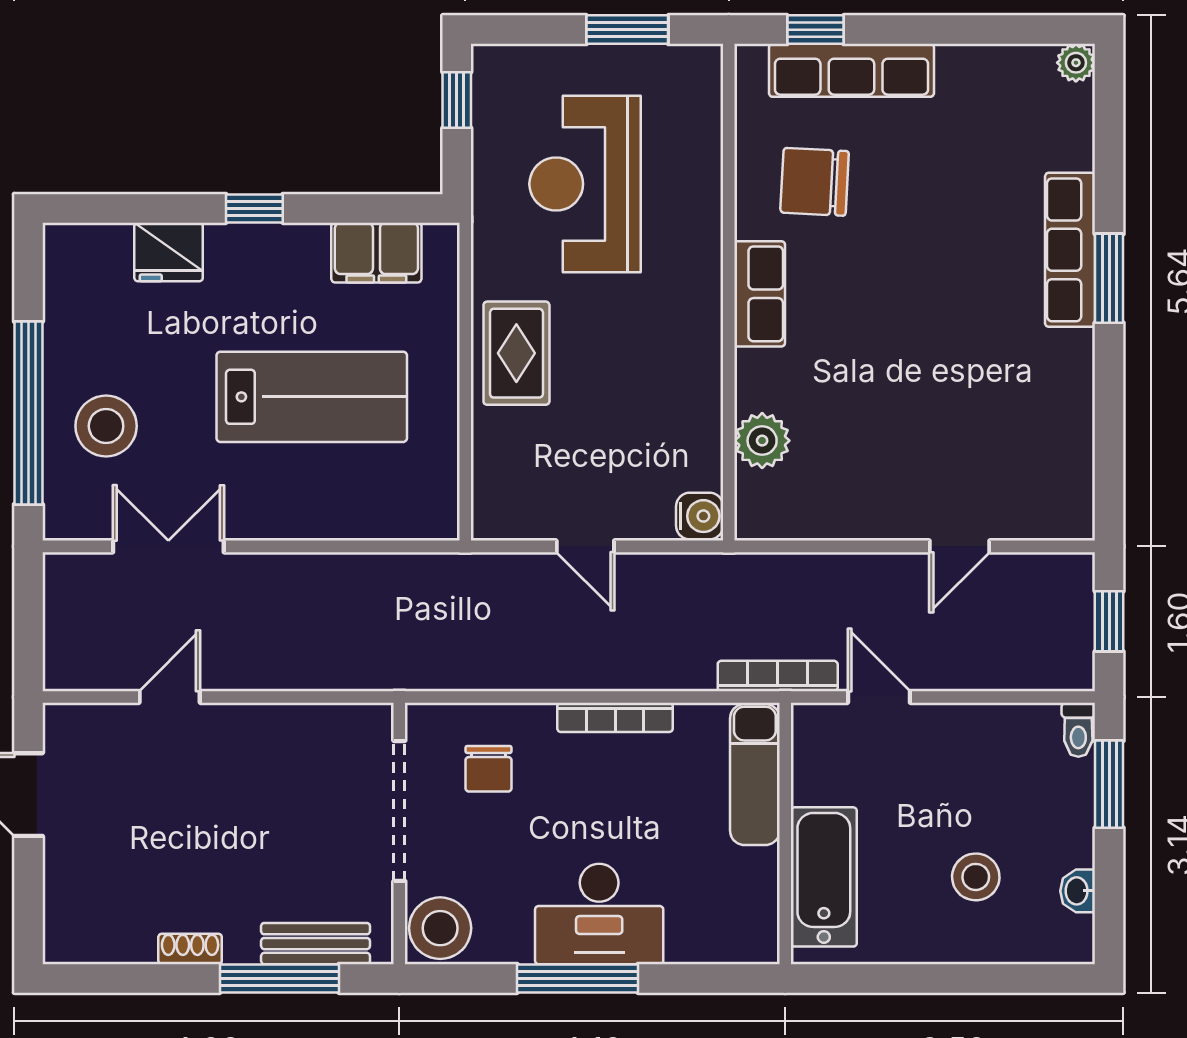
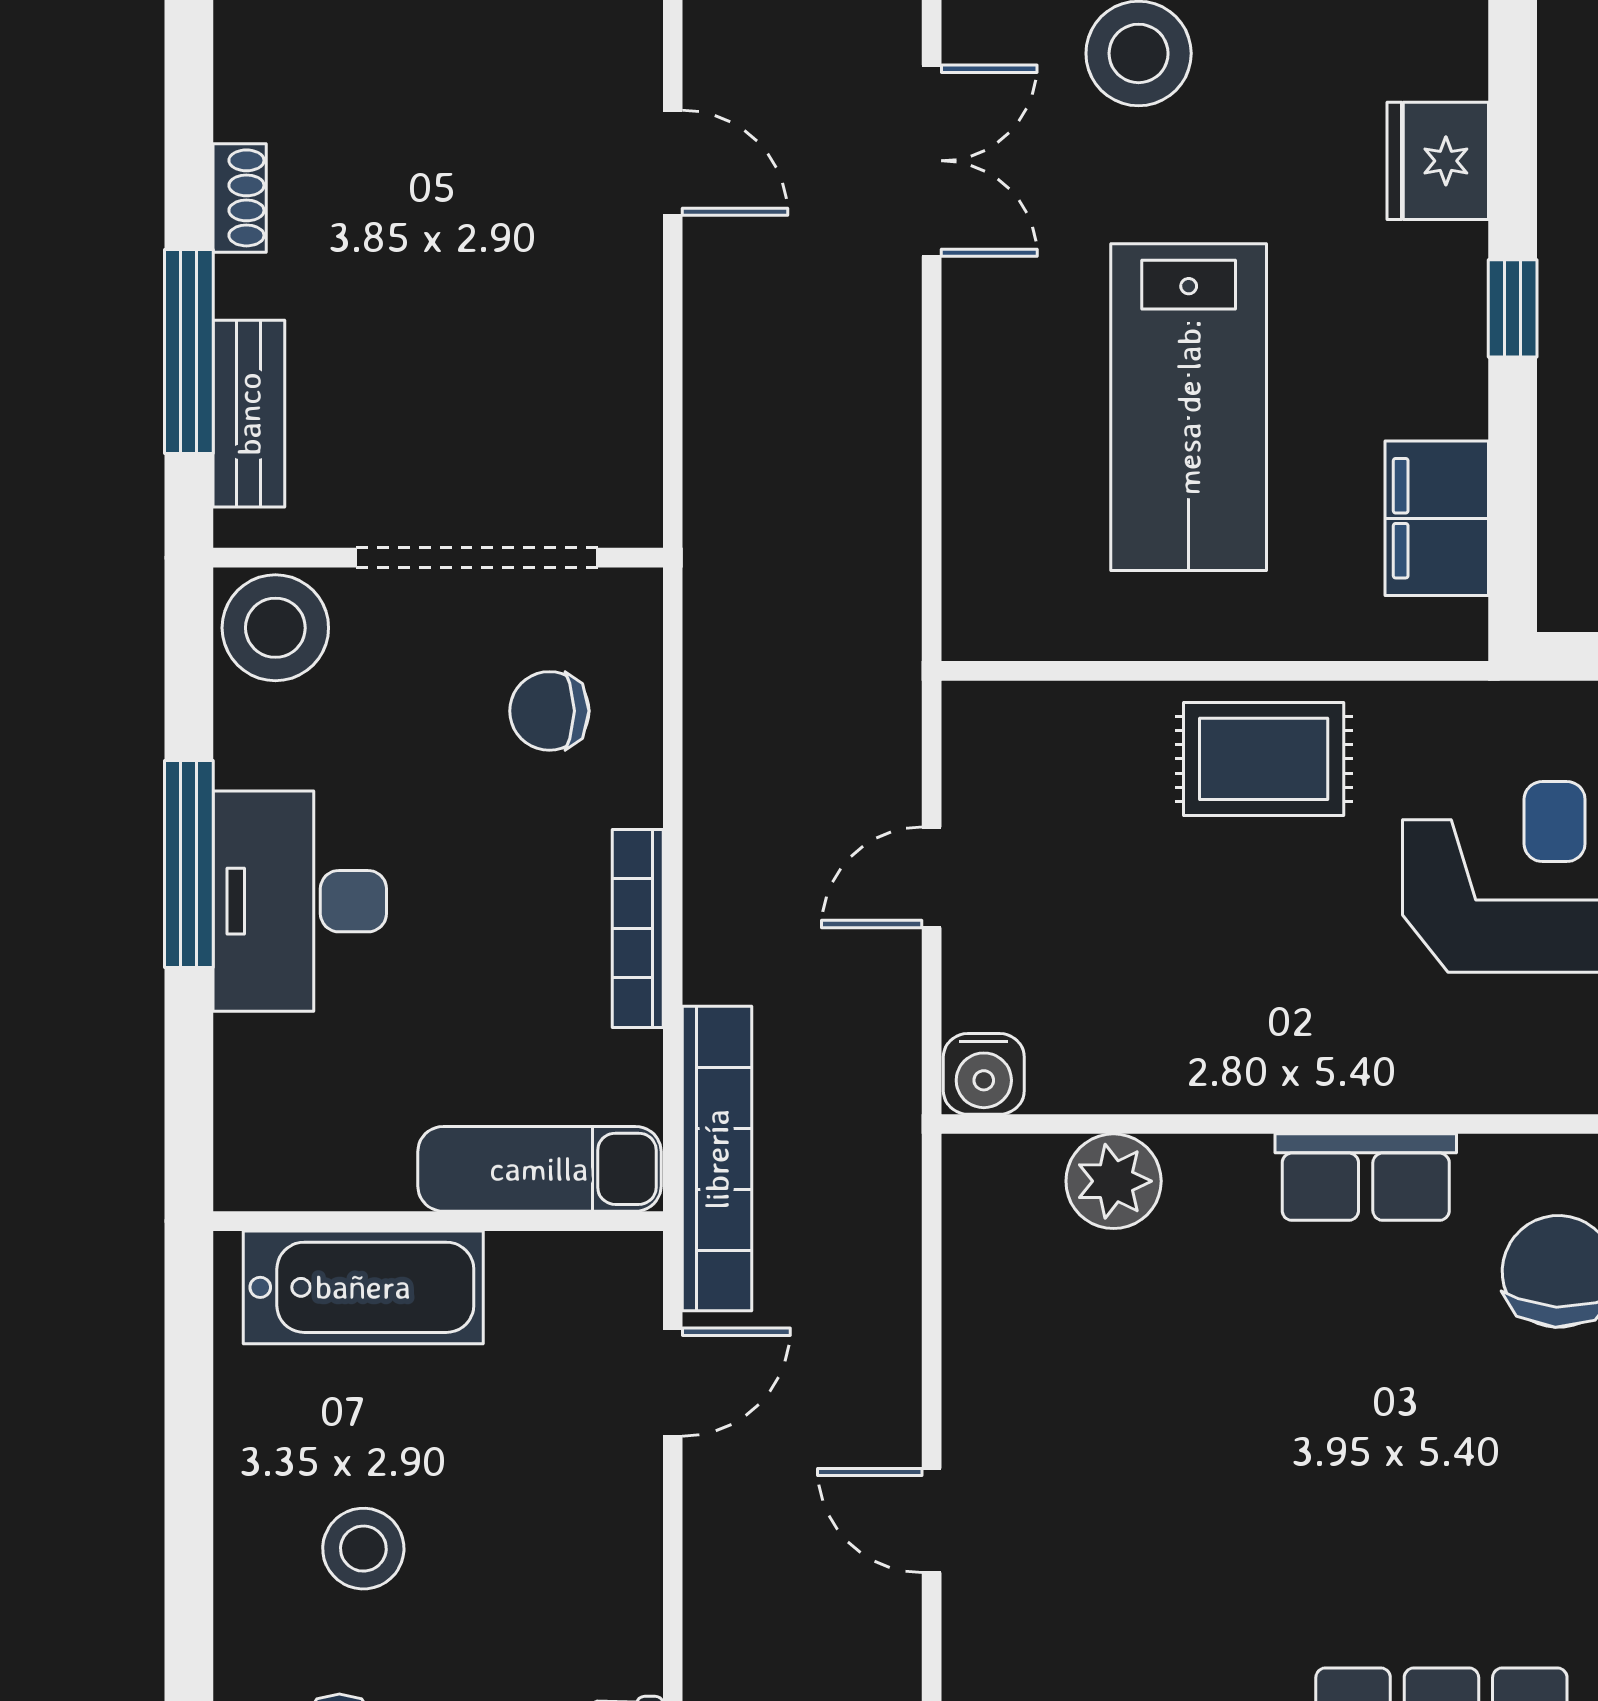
bookcase: (778, 676) -> (717, 1159), width x1.48, depth x1.31

